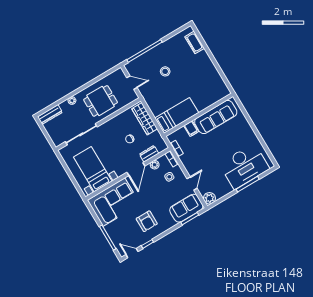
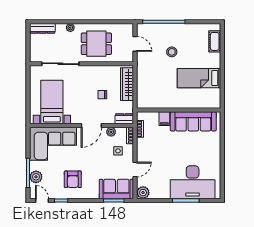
bed: (177, 115) -> (199, 78), moved, turned 180
dresser: (149, 154) -> (124, 119), moved
plant: (116, 237) -> (36, 177), added

